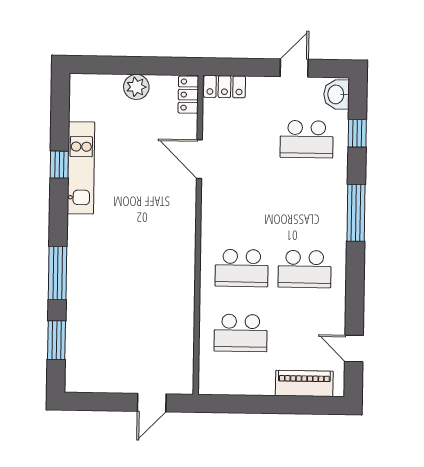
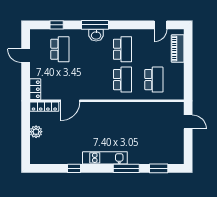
washbasin: (337, 94) -> (96, 35), moved
locker: (188, 95) -> (44, 107), width x1.53
kitchen unit: (81, 168) -> (105, 158), moved

